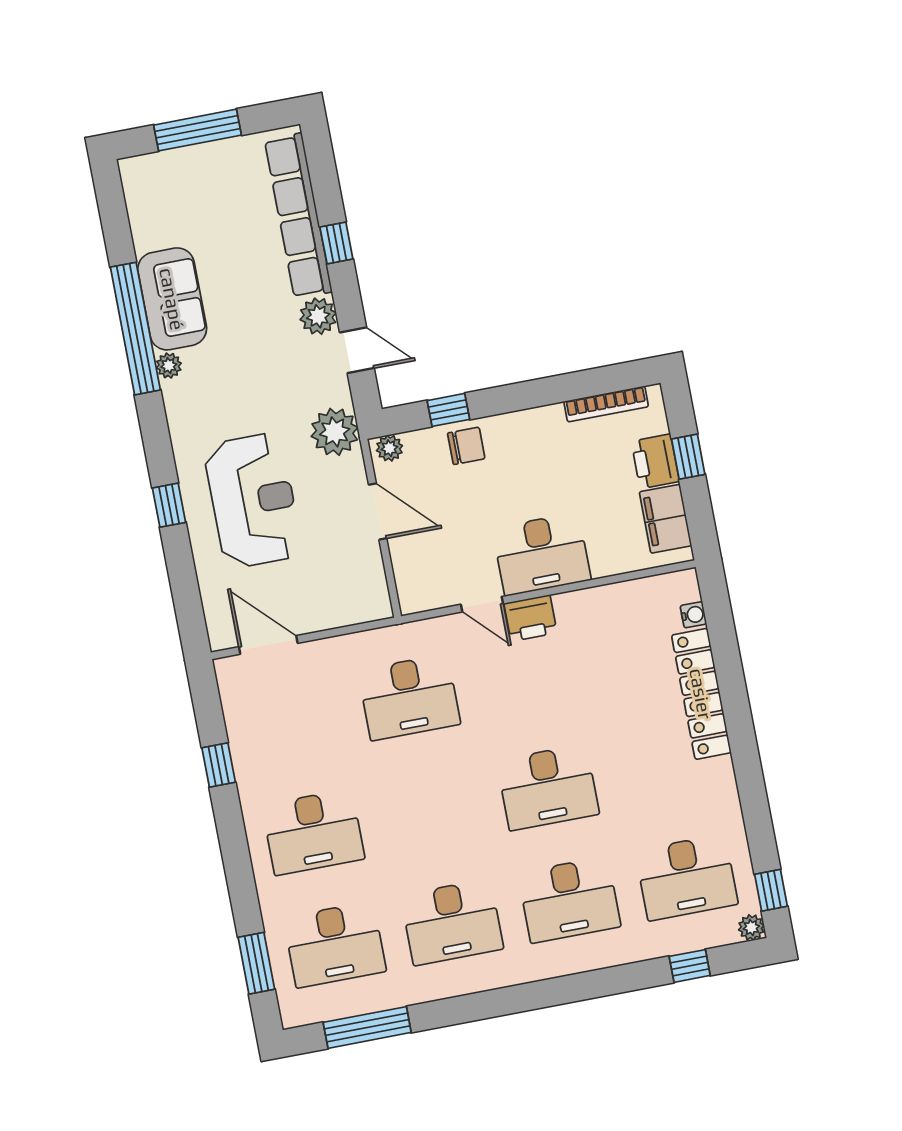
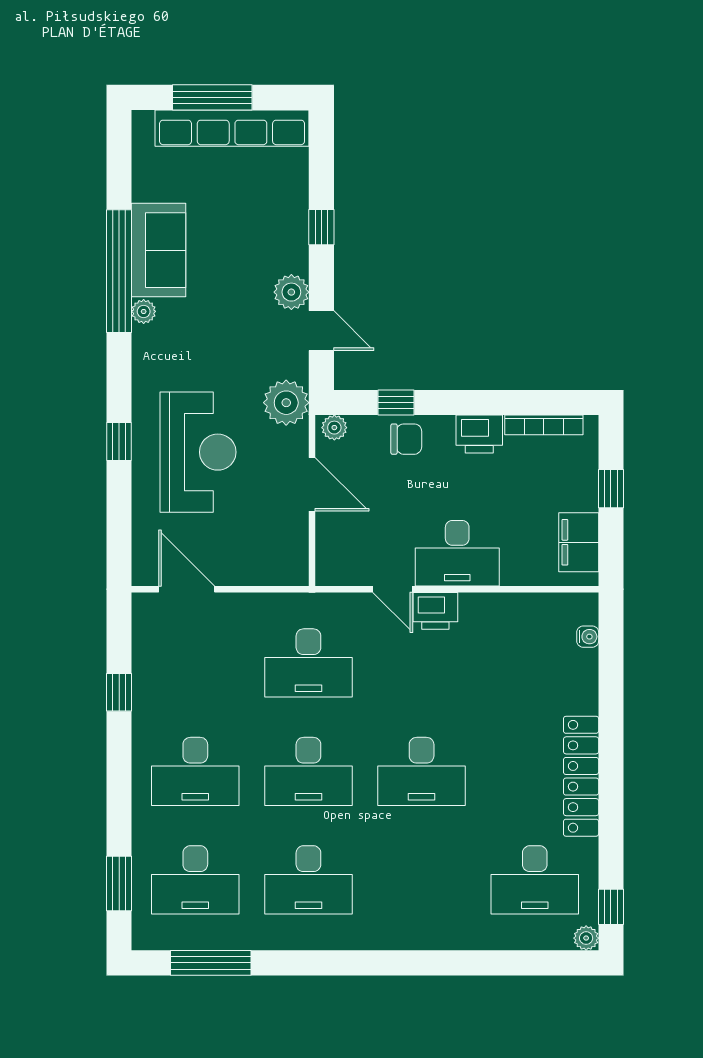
row of seats: (298, 216) -> (232, 128), moved, turned -90
printer: (655, 461) -> (479, 434), moved, turned -90
locker: (701, 694) -> (581, 776), moved
desk: (569, 900) -> (308, 771), moved
window: (690, 966) -> (522, 963), removed

